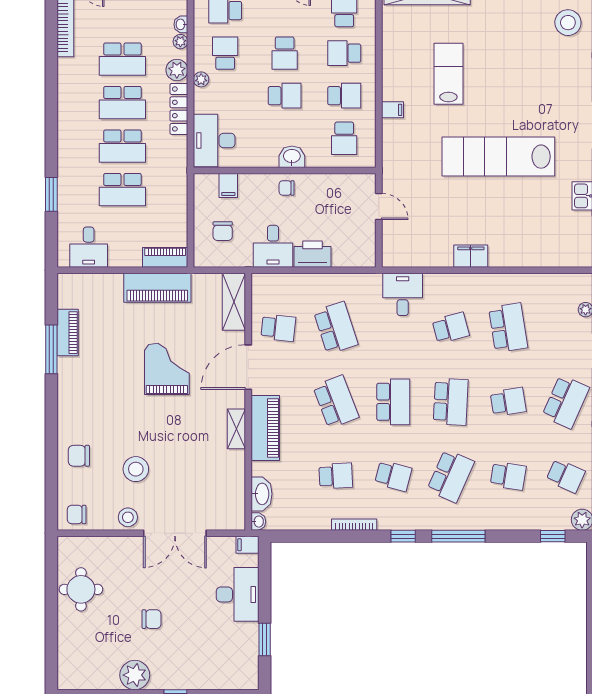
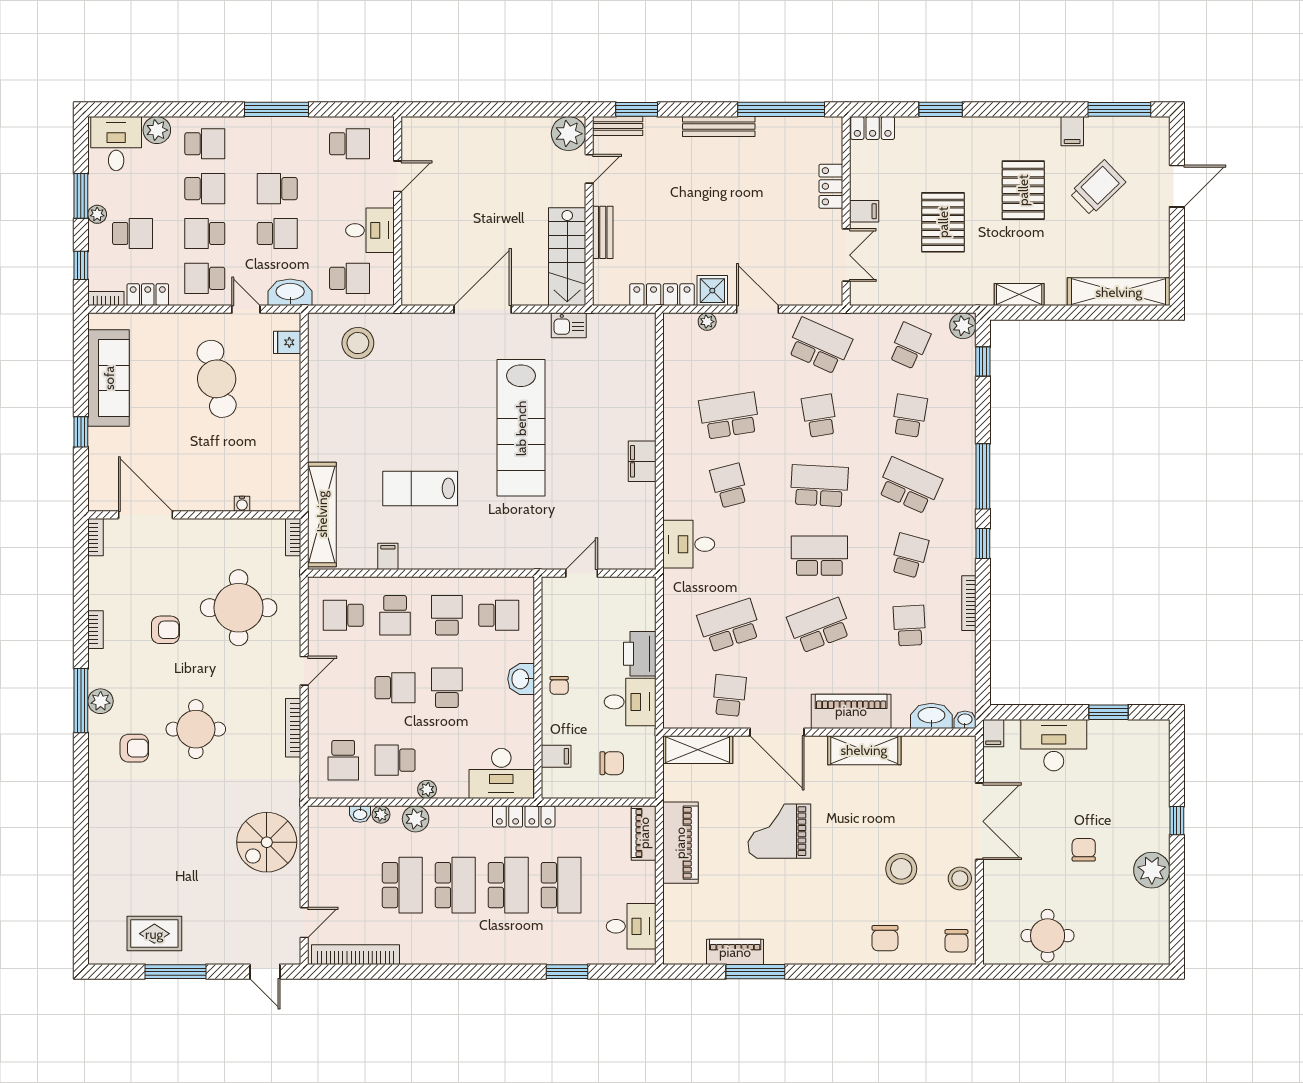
locker: (179, 109) -> (524, 816), moved
filing cabinet: (393, 110) -> (388, 556), moved
shelving: (236, 429) -> (864, 750), width x1.50, depth x1.33

